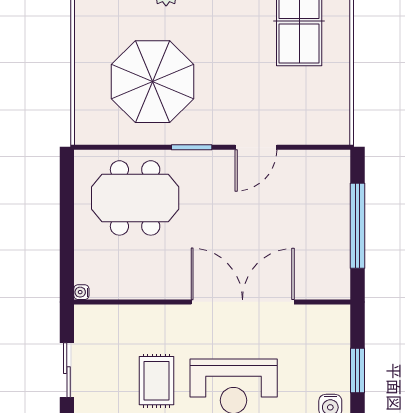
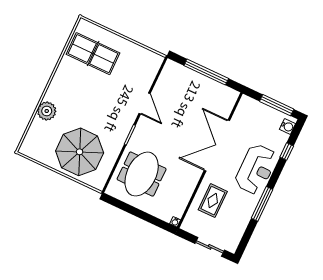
parasol: (152, 82) -> (80, 152), moved
window: (358, 370) -> (277, 105), width x1.44
rug: (156, 381) -> (213, 201), moved, turned 90

